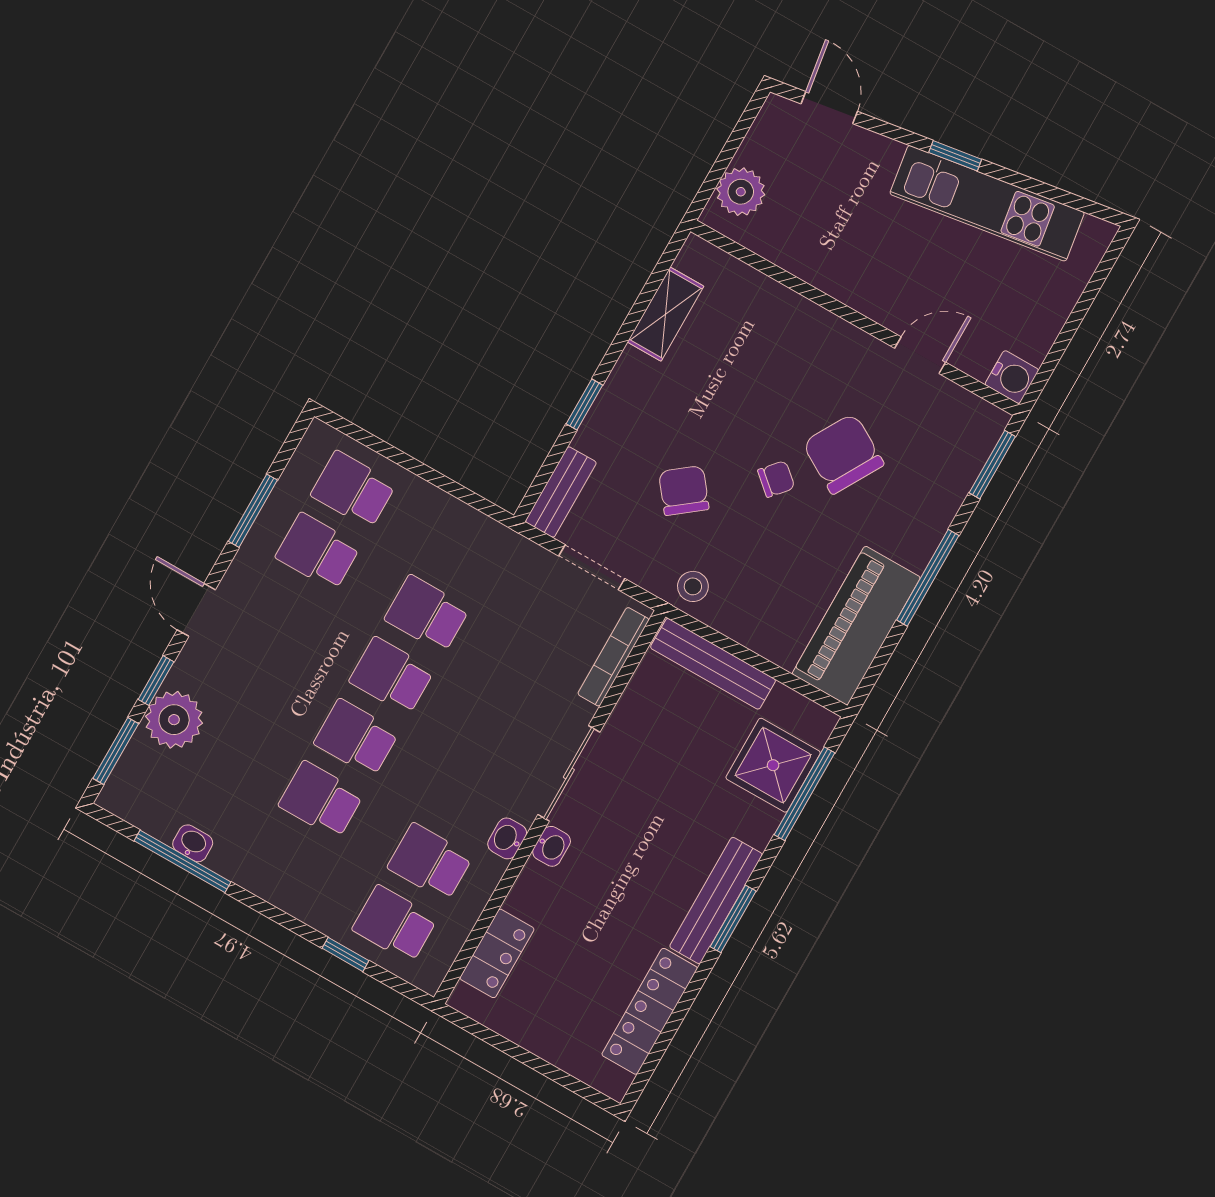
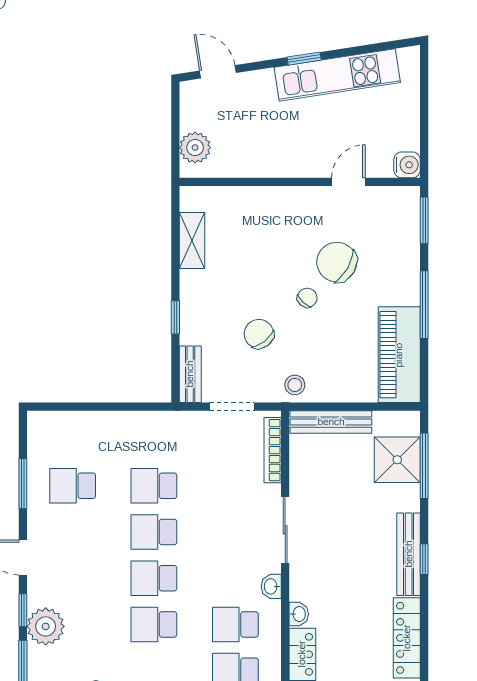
school desk: (353, 490) -> (73, 440), removed
washbasin: (552, 846) -> (299, 614), moved
window: (733, 919) -> (424, 559), width x0.67

